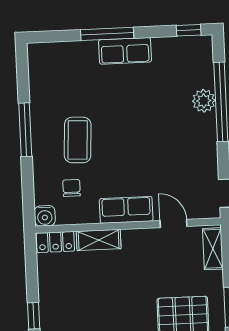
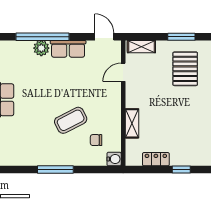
coffee table: (78, 140) -> (71, 120), moved, turned -30
row of seats: (126, 210) -> (68, 49), moved, turned -90
locker: (55, 242) -> (156, 159), moved, turned -90

